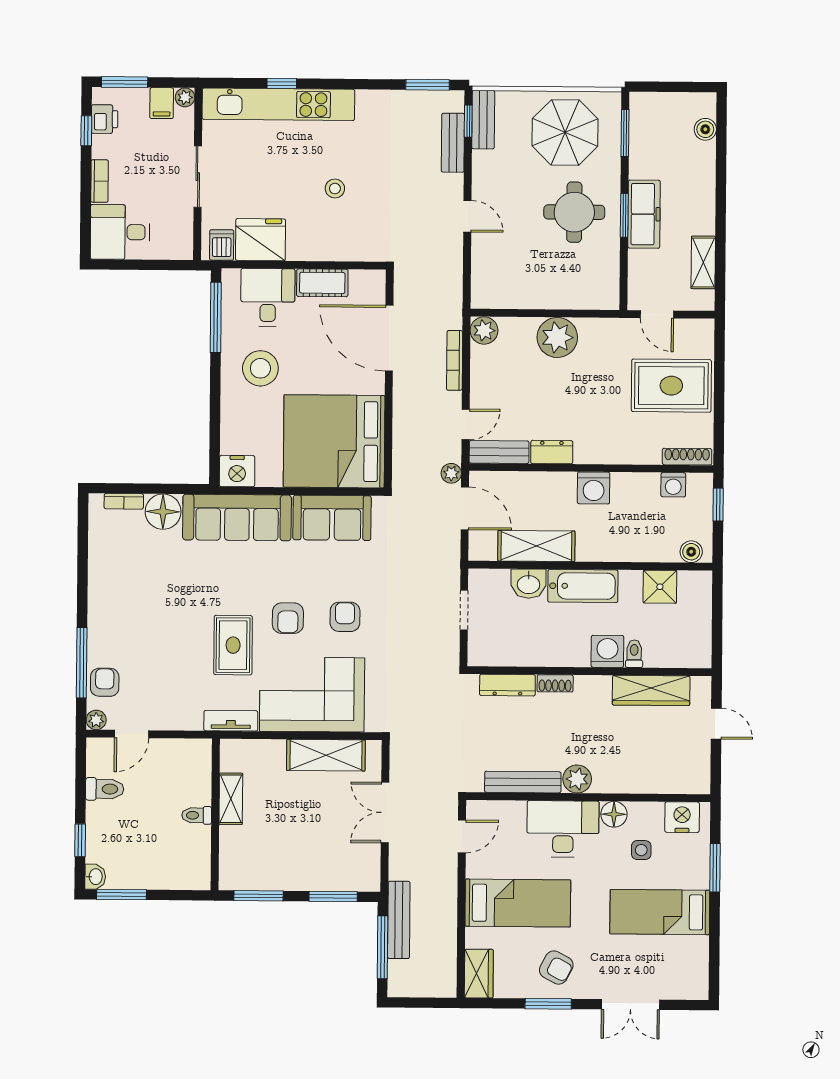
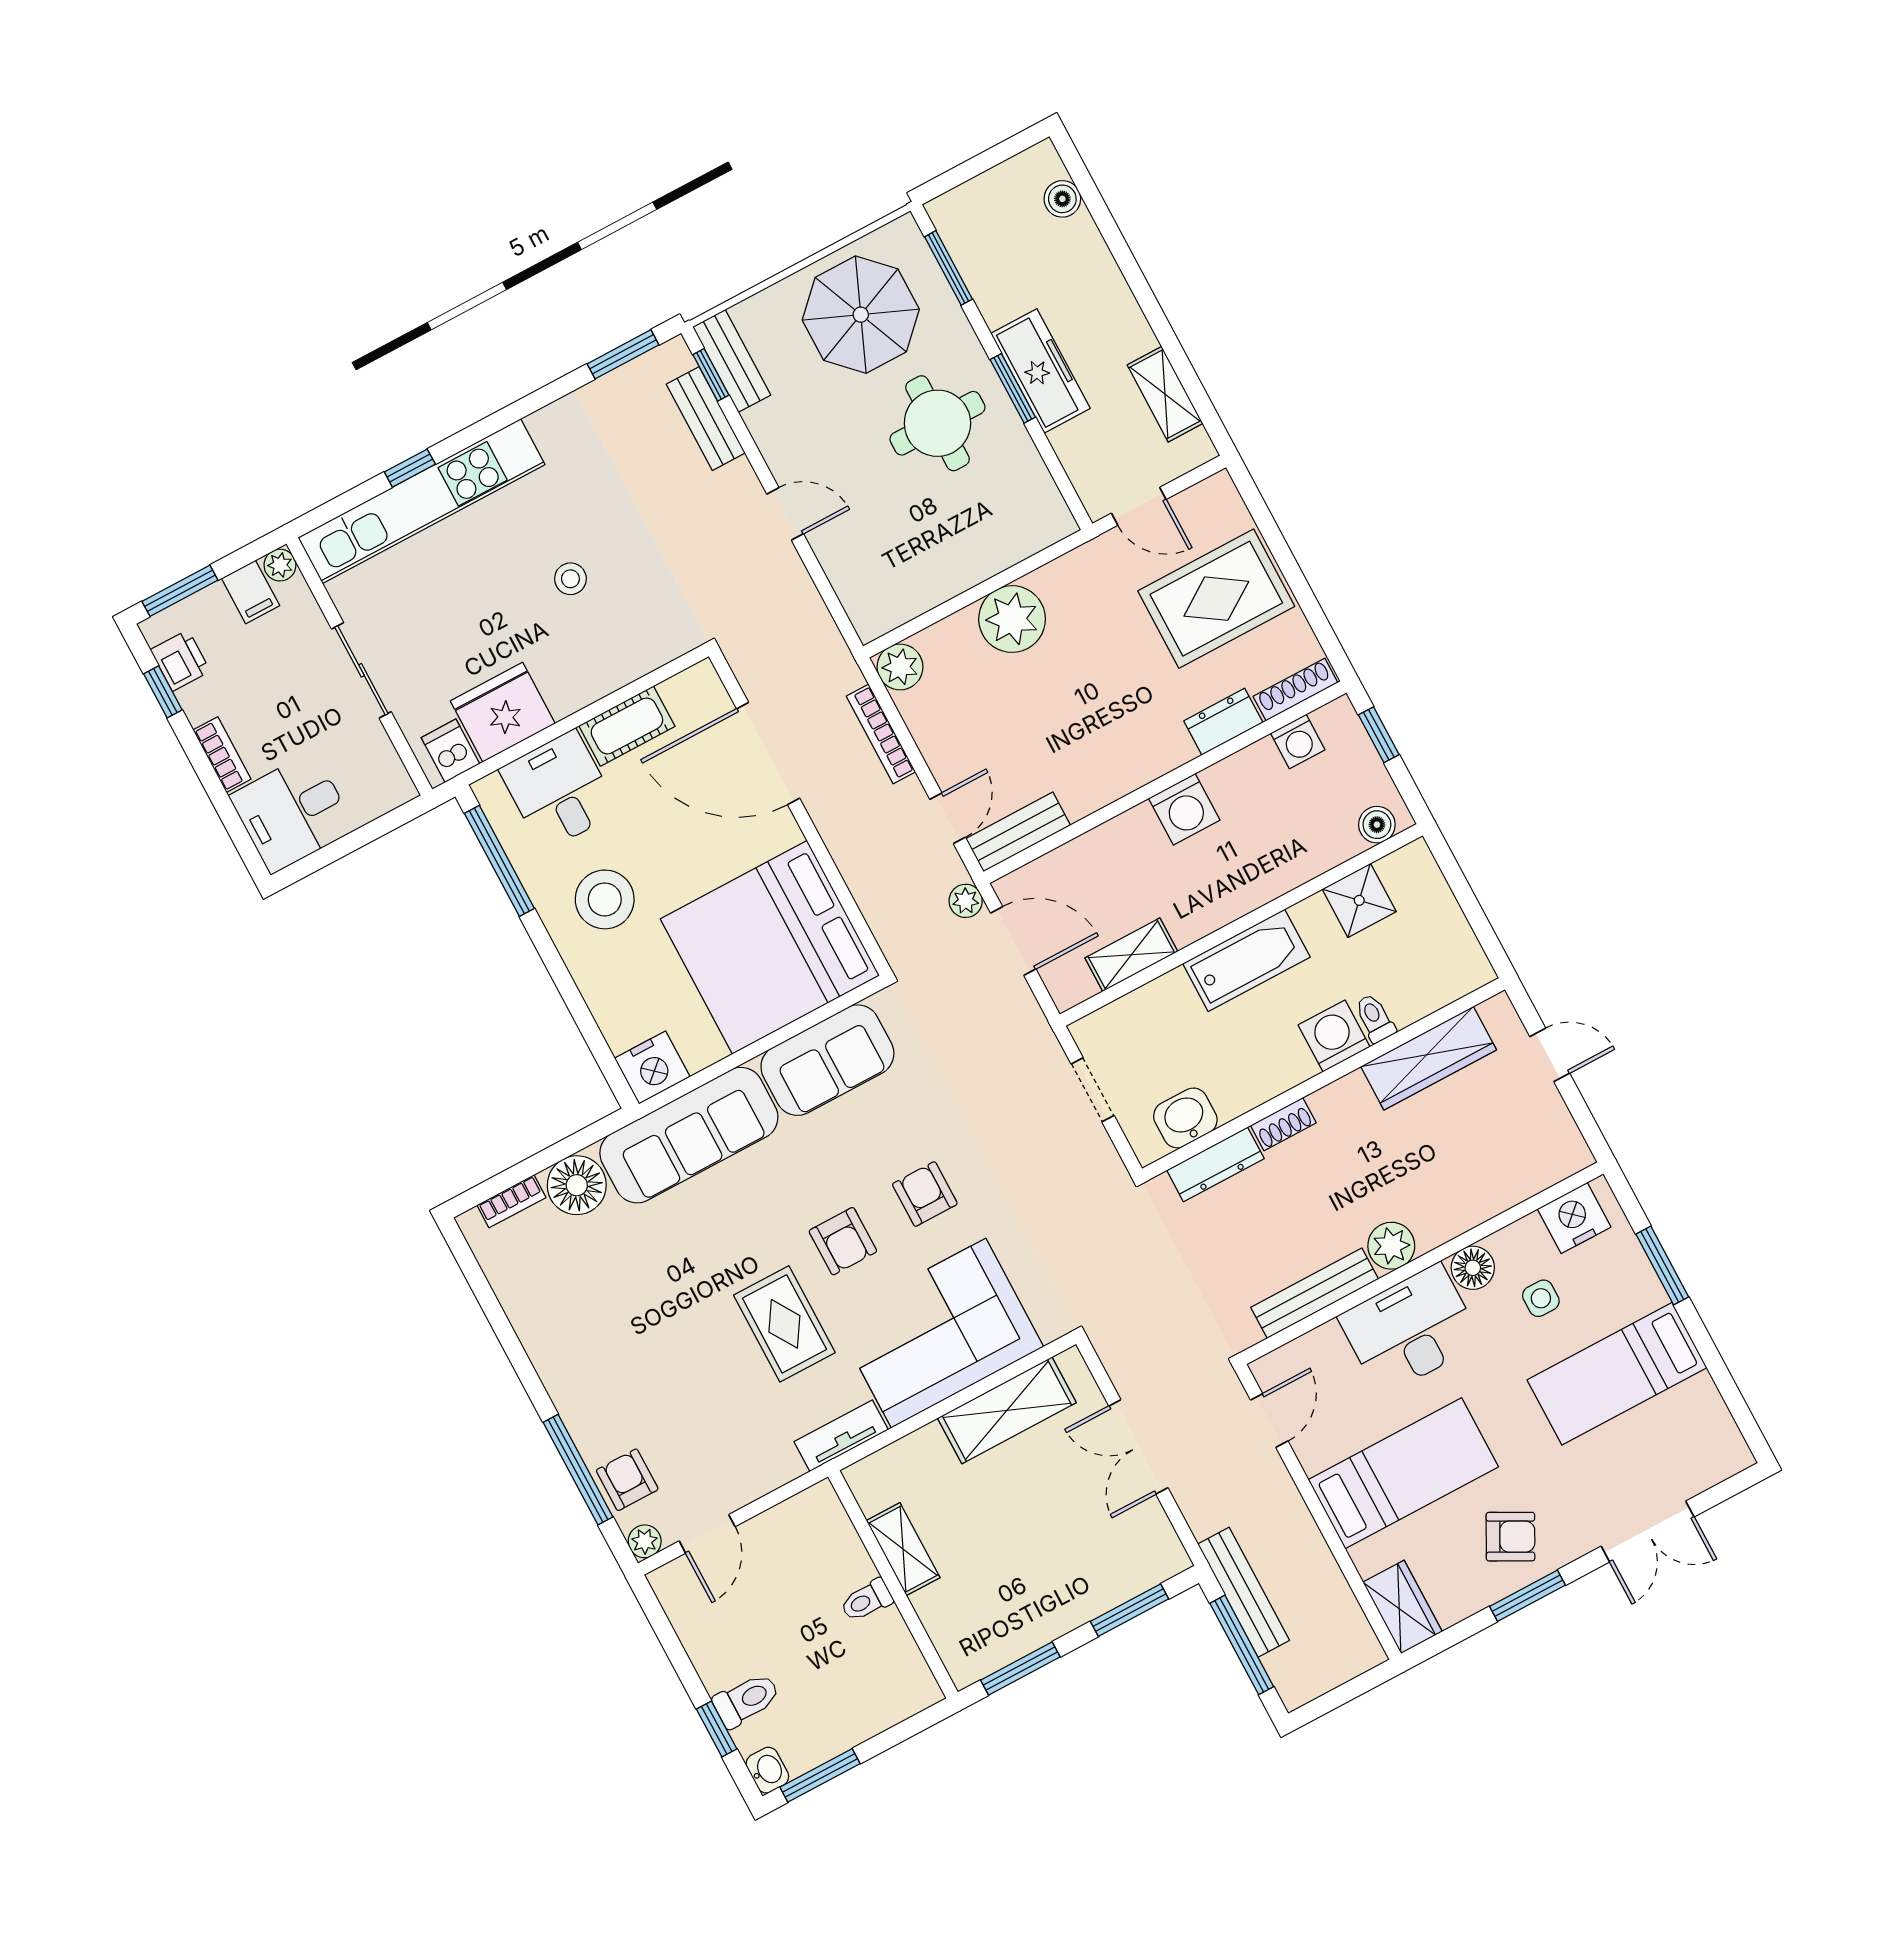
dresser: (552, 452) -> (1223, 722), moved
shelving: (536, 546) -> (1131, 955), width x0.67, depth x0.75
washbasin: (528, 584) -> (1185, 1118), moved, turned 180
toilet: (105, 789) -> (746, 1700), moved

